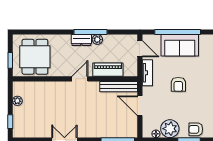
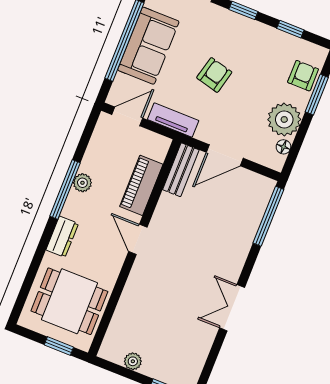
dresser: (81, 40) -> (62, 237), moved
armchair: (178, 84) -> (214, 75), turned -76
bench: (119, 87) -> (181, 170), width x0.73
armchair: (196, 129) -> (303, 76), turned 180

